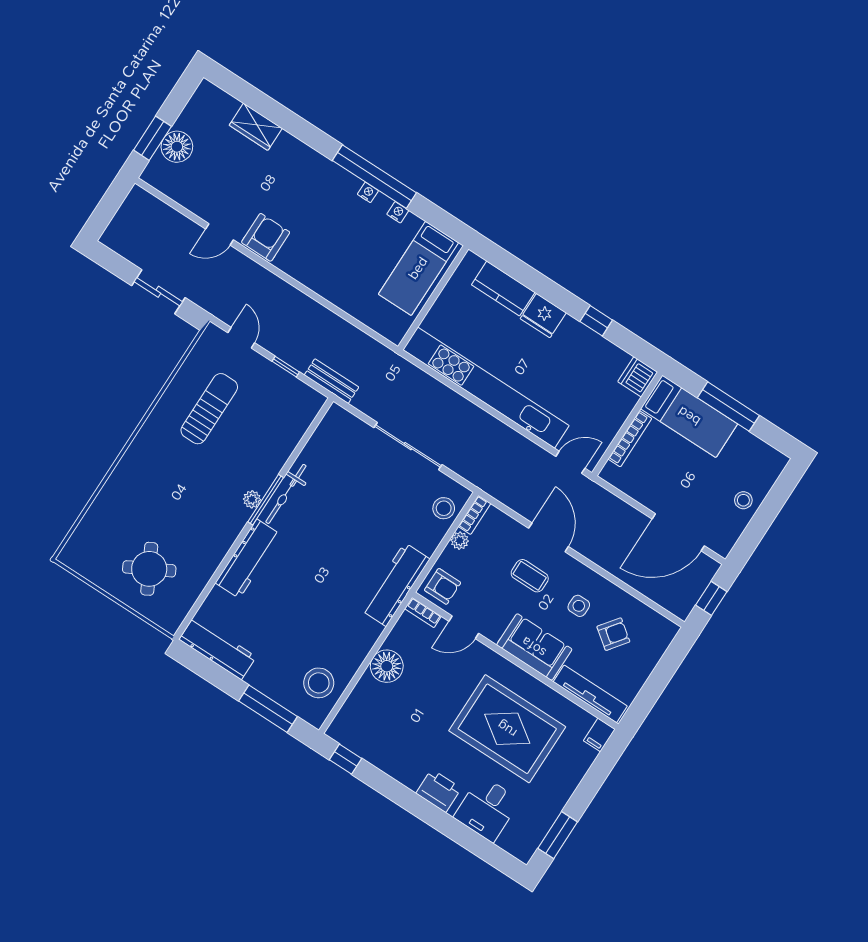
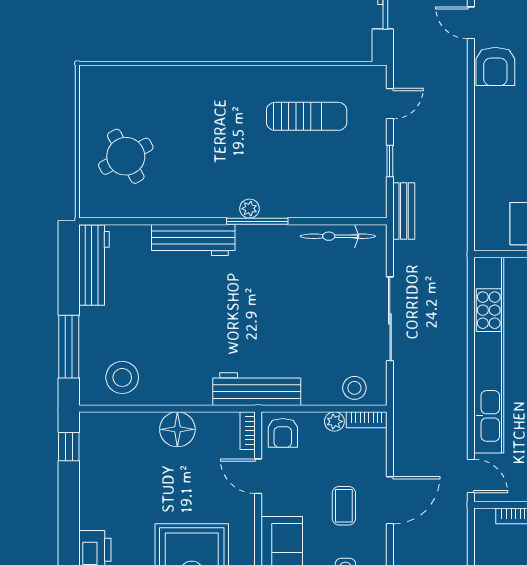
armchair: (266, 237) -> (495, 66), turned 90
bicycle: (286, 494) -> (338, 236), moved

